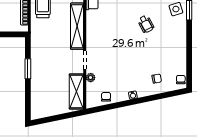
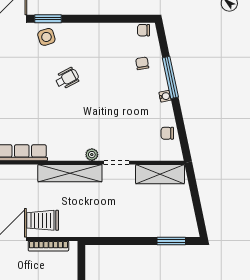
window: (28, 69) -> (171, 241), moved
plant: (91, 78) -> (92, 155), moved
window: (146, 99) -> (170, 77), added

